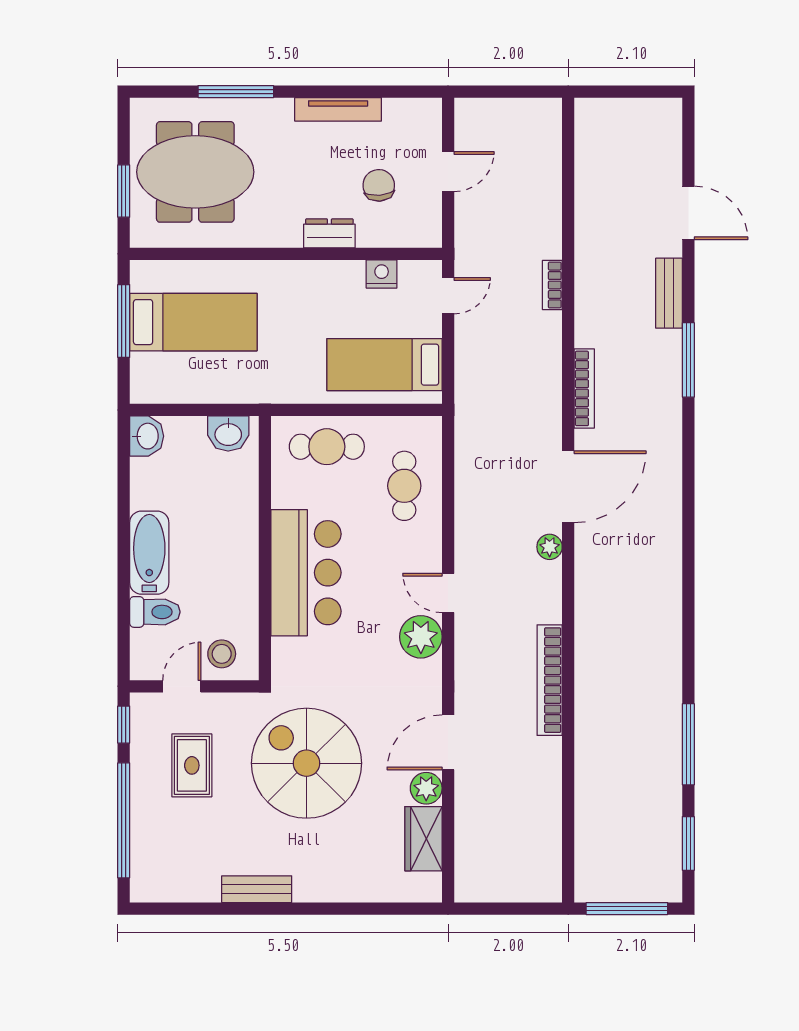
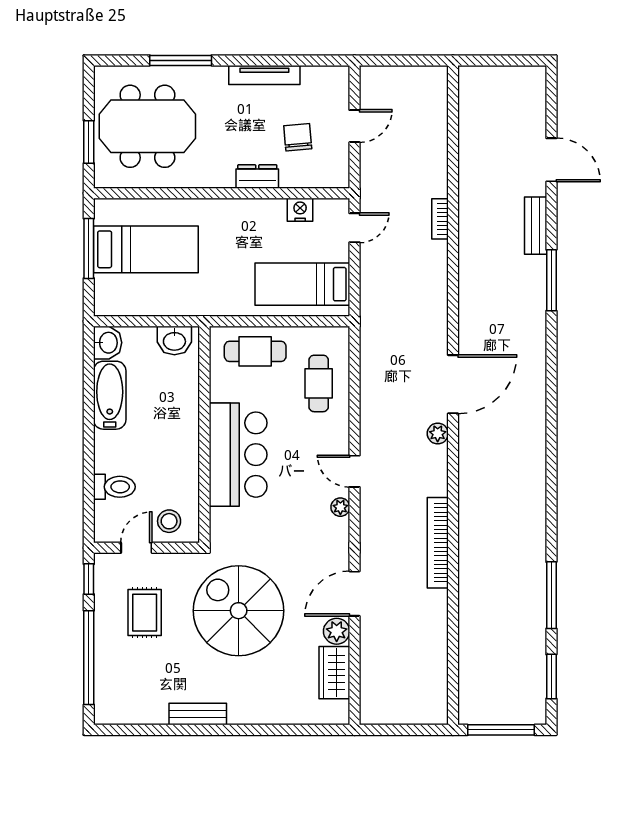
bookcase: (584, 388) -> (466, 304), removed
bathtub: (149, 553) -> (110, 395), moved
plant: (421, 637) -> (340, 507), width x0.53, depth x0.53

